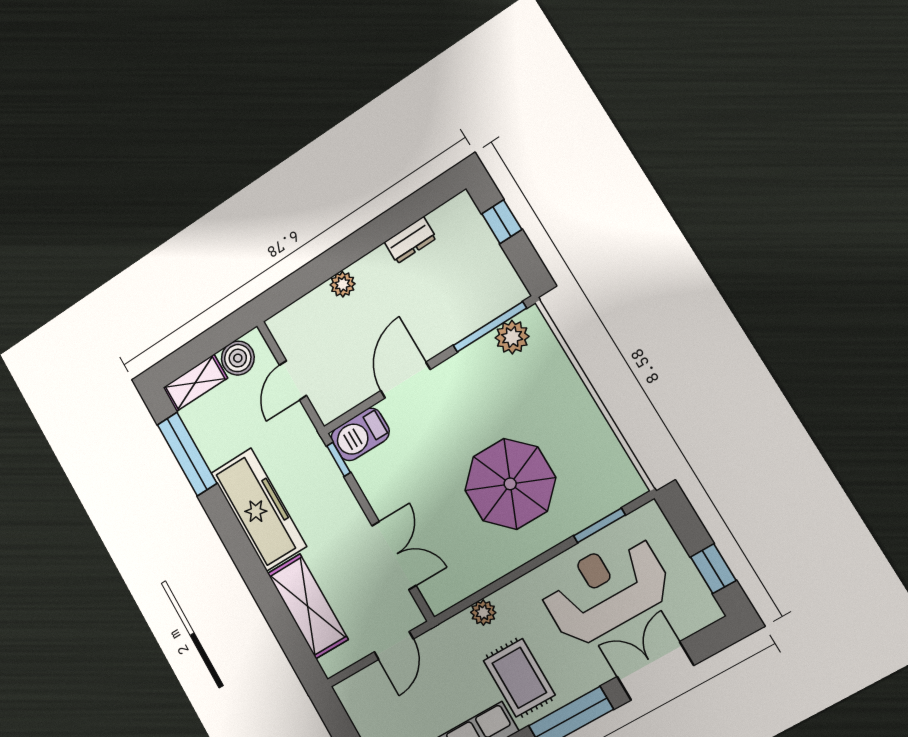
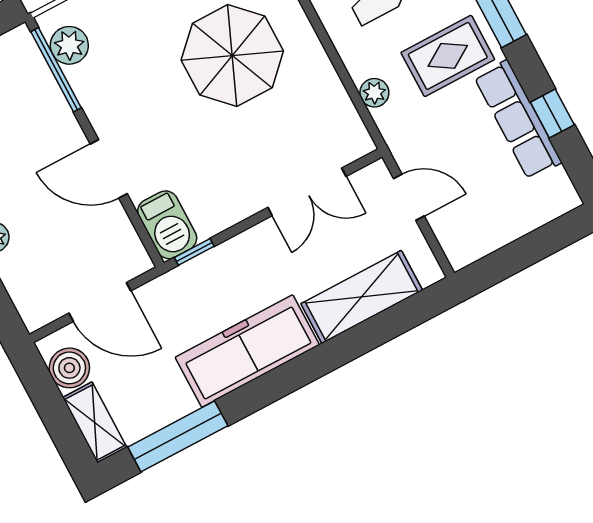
door: (293, 380) -> (100, 302), width x1.38
double door: (394, 556) -> (307, 192), swing flipped

